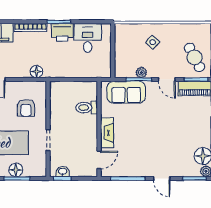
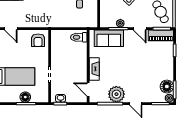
floor lamp: (36, 72) -> (41, 23), removed
armchair: (26, 108) -> (38, 40), moved
toilet: (87, 108) -> (79, 37), moved
door: (99, 160) -> (88, 90), swing flipped
plant: (136, 166) -> (116, 94), added

